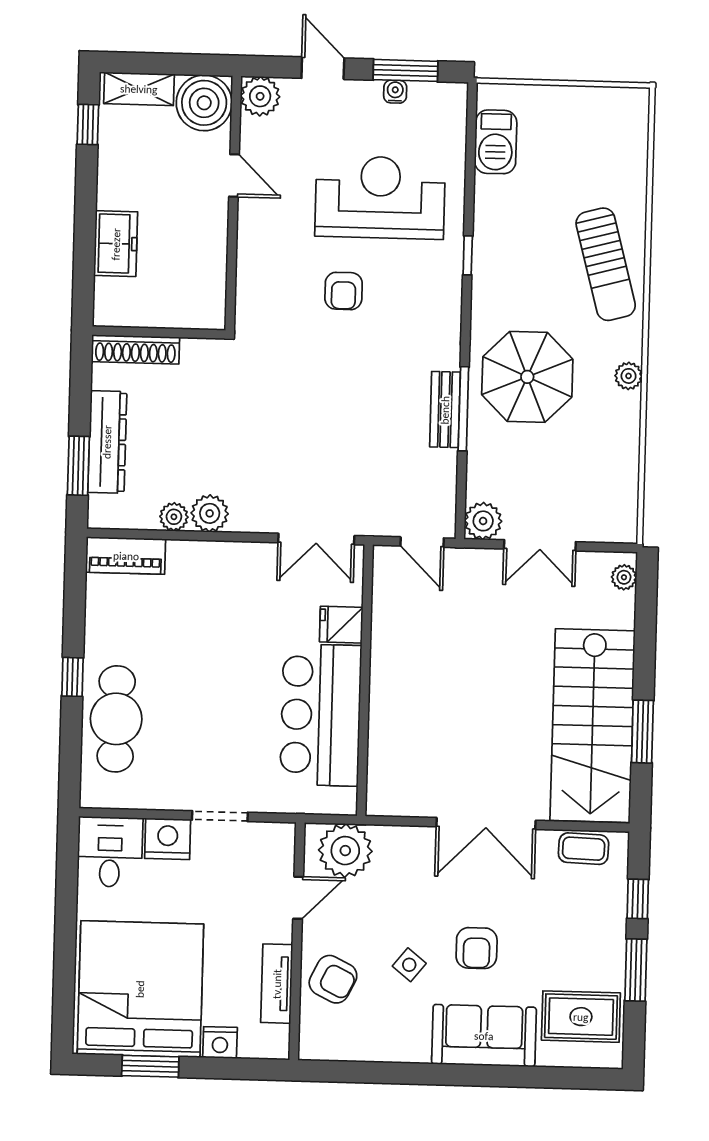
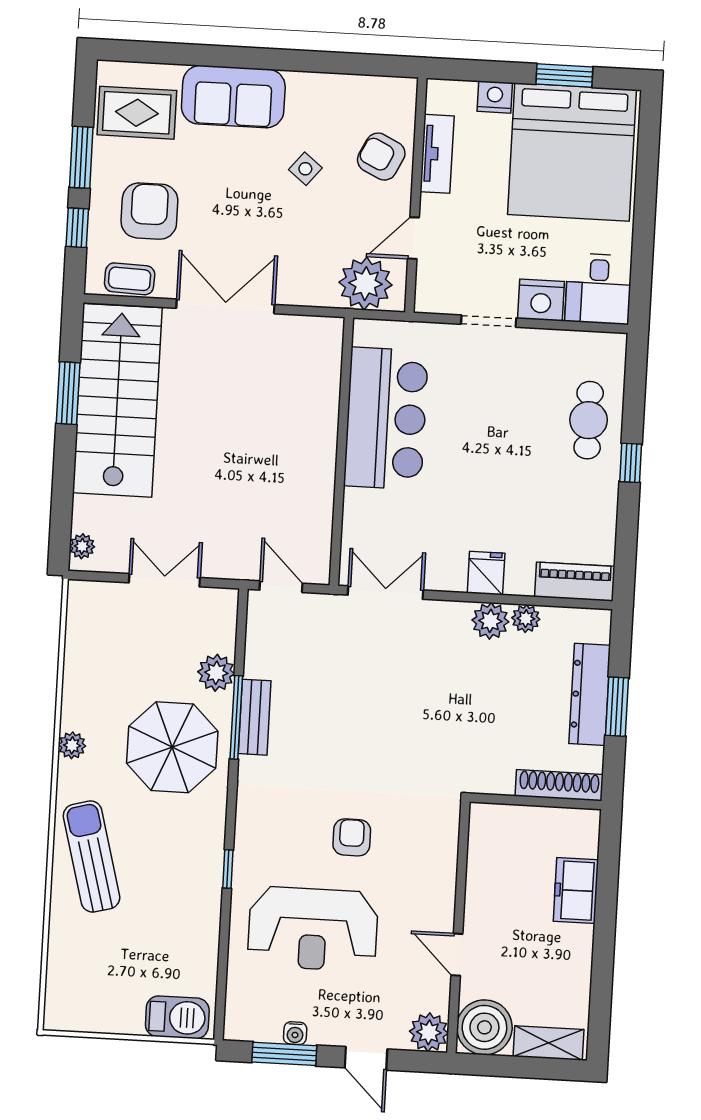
window: (88, 125) -> (600, 1009), removed
barbecue: (496, 142) -> (177, 1017), moved, turned 90
window: (78, 466) -> (617, 707), moved
plant: (483, 521) -> (216, 673), moved
fridge: (341, 625) -> (486, 573), moved, turned -90
cafe table: (116, 719) -> (589, 420), width x0.73, depth x0.74
armchair: (477, 948) -> (149, 211), moved, width x1.38, depth x1.38

